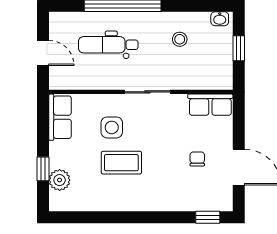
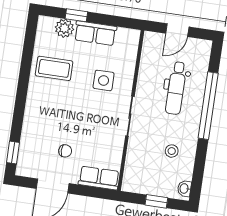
dental chair: (108, 45) -> (176, 88), turned 180
row of seats: (210, 105) -> (99, 178), moved, turned 90
row of seats: (60, 117) -> (95, 33), moved
coffee table: (121, 163) -> (54, 68), moved, turned 90

